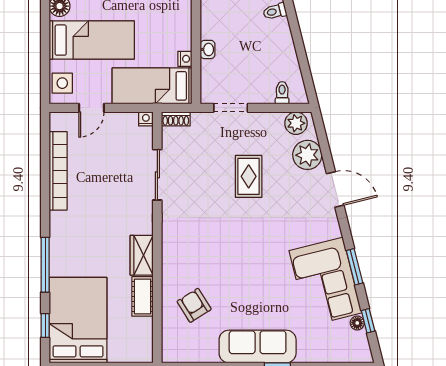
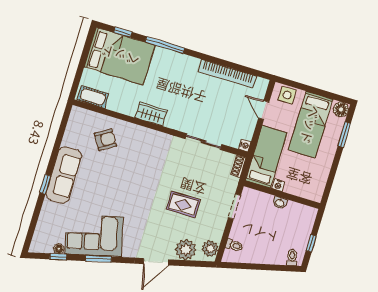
cot: (143, 296) -> (93, 97), moved

